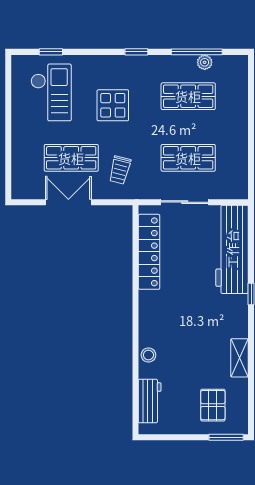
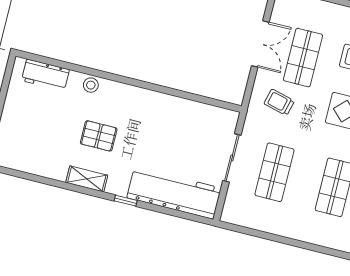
locker: (149, 252) -> (192, 111), removed
shelving: (240, 358) -> (87, 179), moved
pallet: (213, 405) -> (99, 136), moved

